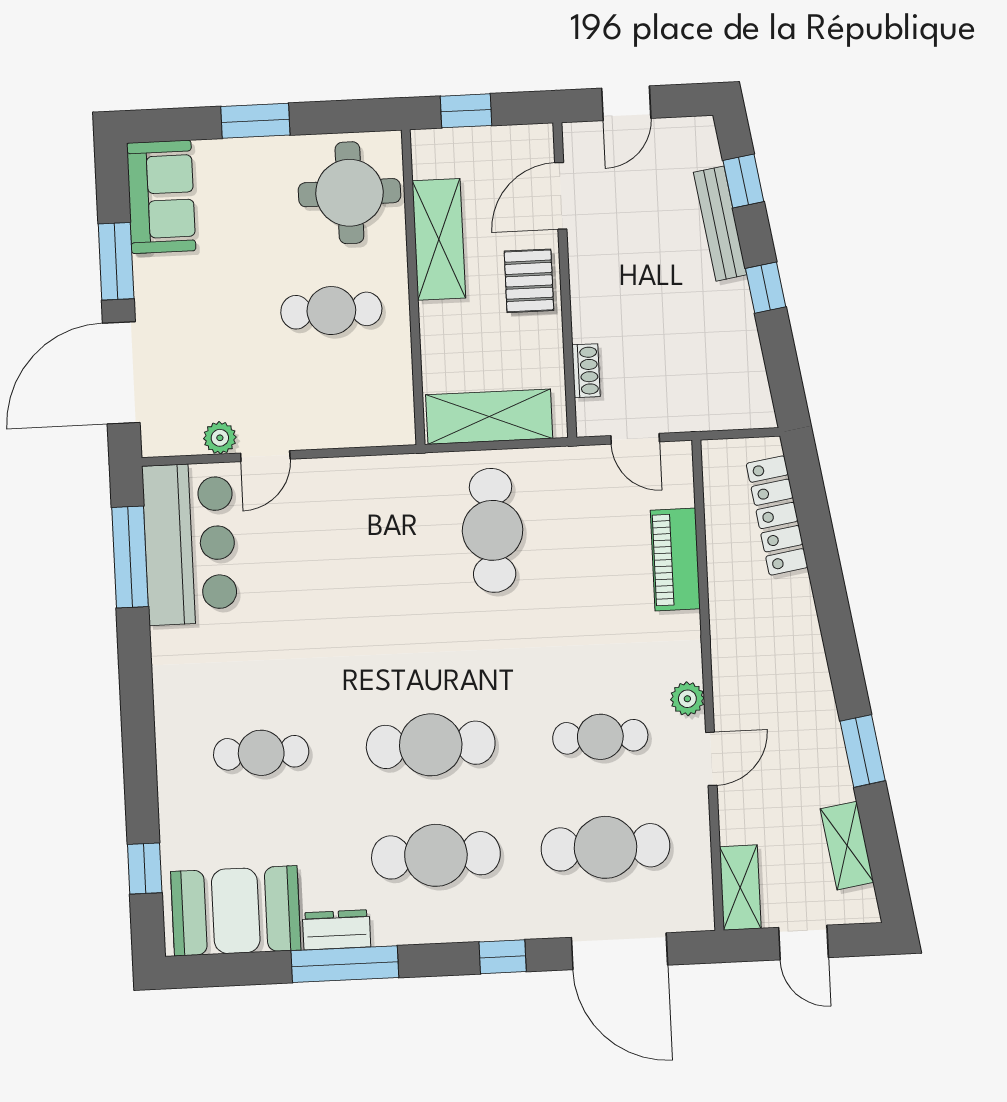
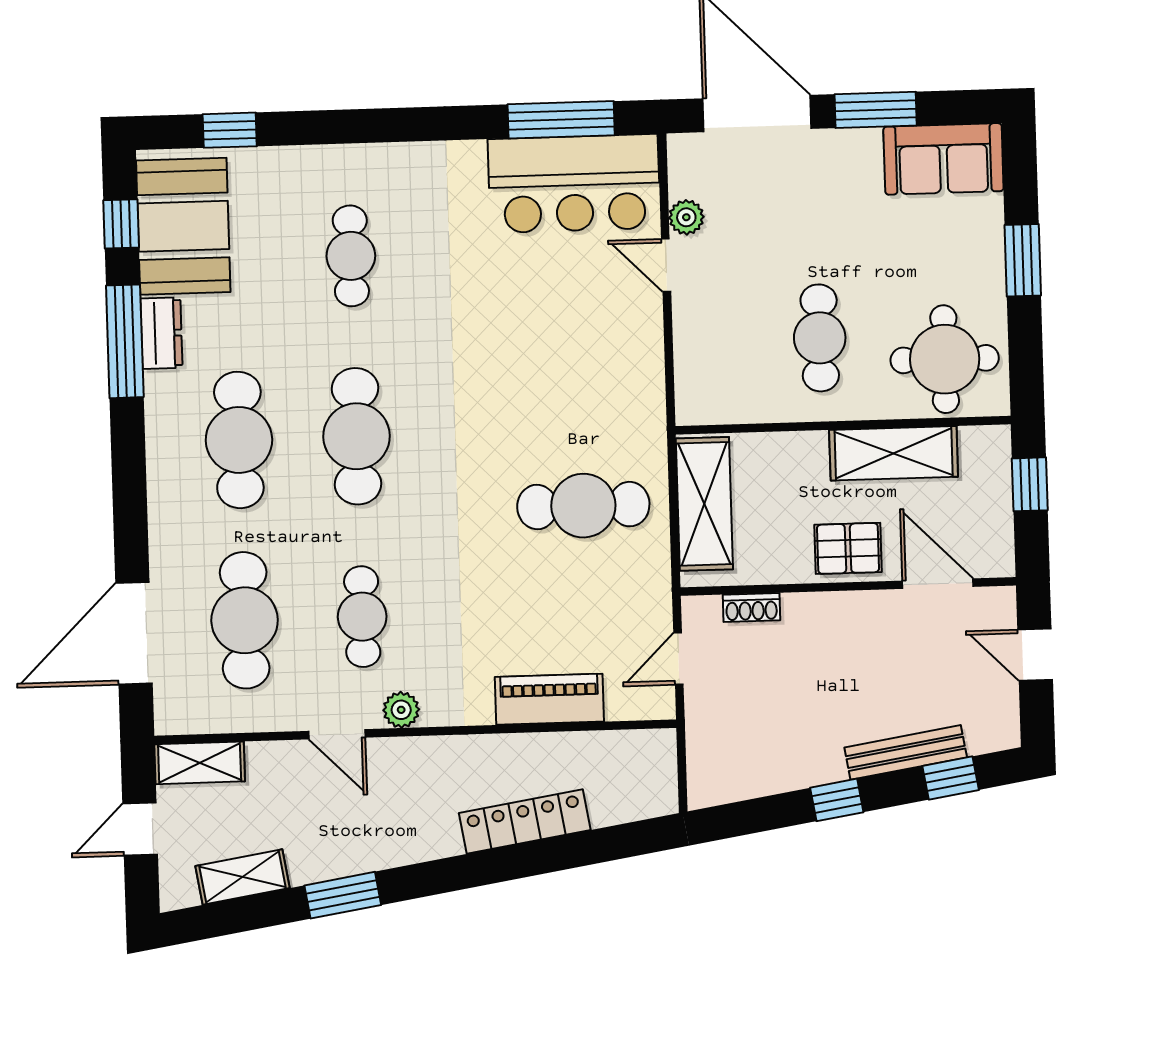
locker: (777, 515) -> (525, 822), moved
window: (503, 957) -> (121, 224), moved

